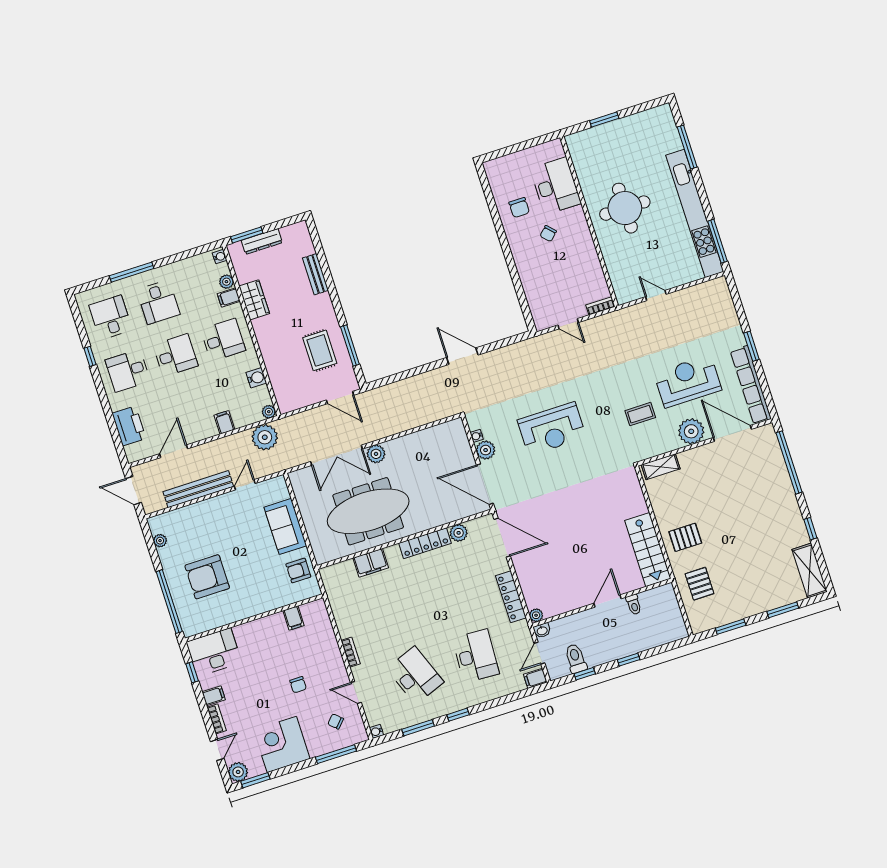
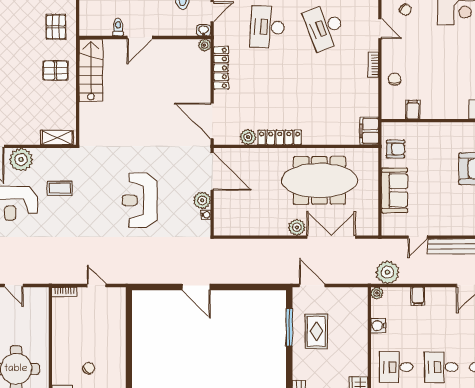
reception desk: (552, 429) -> (140, 200), turned -90
filing cabinet: (371, 563) -> (369, 131), moved, turned -90
chair: (298, 685) -> (395, 79), moved

